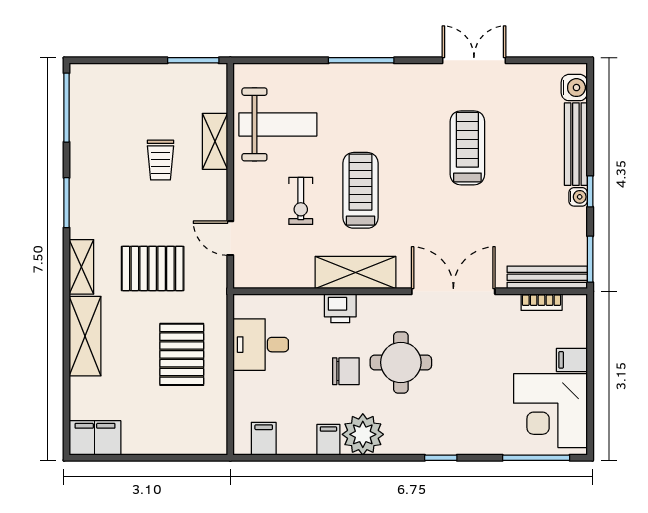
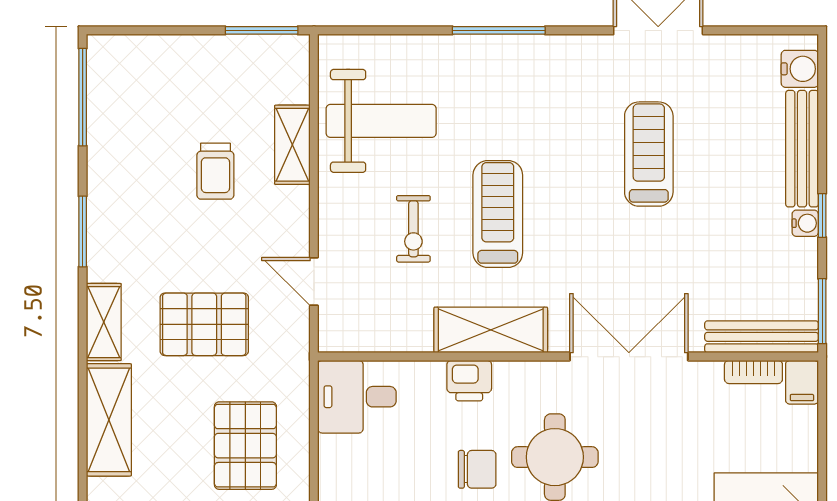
desk: (261, 345) -> (357, 397), moved
filing cabinet: (572, 360) -> (802, 382), moved, turned -90

